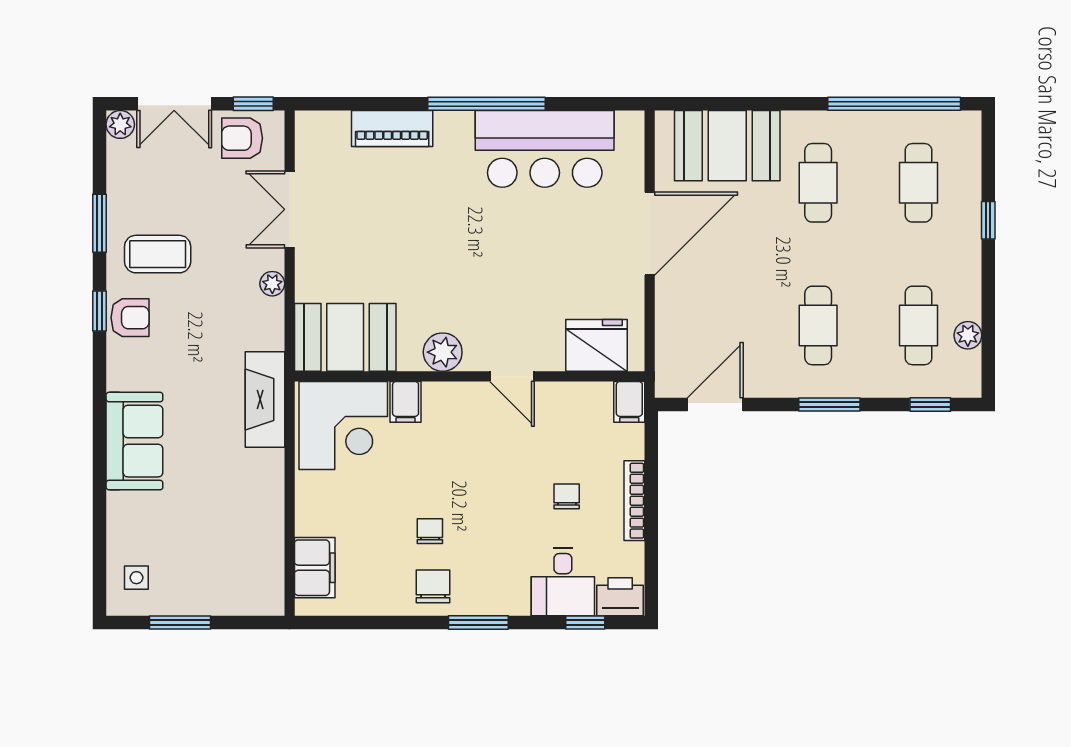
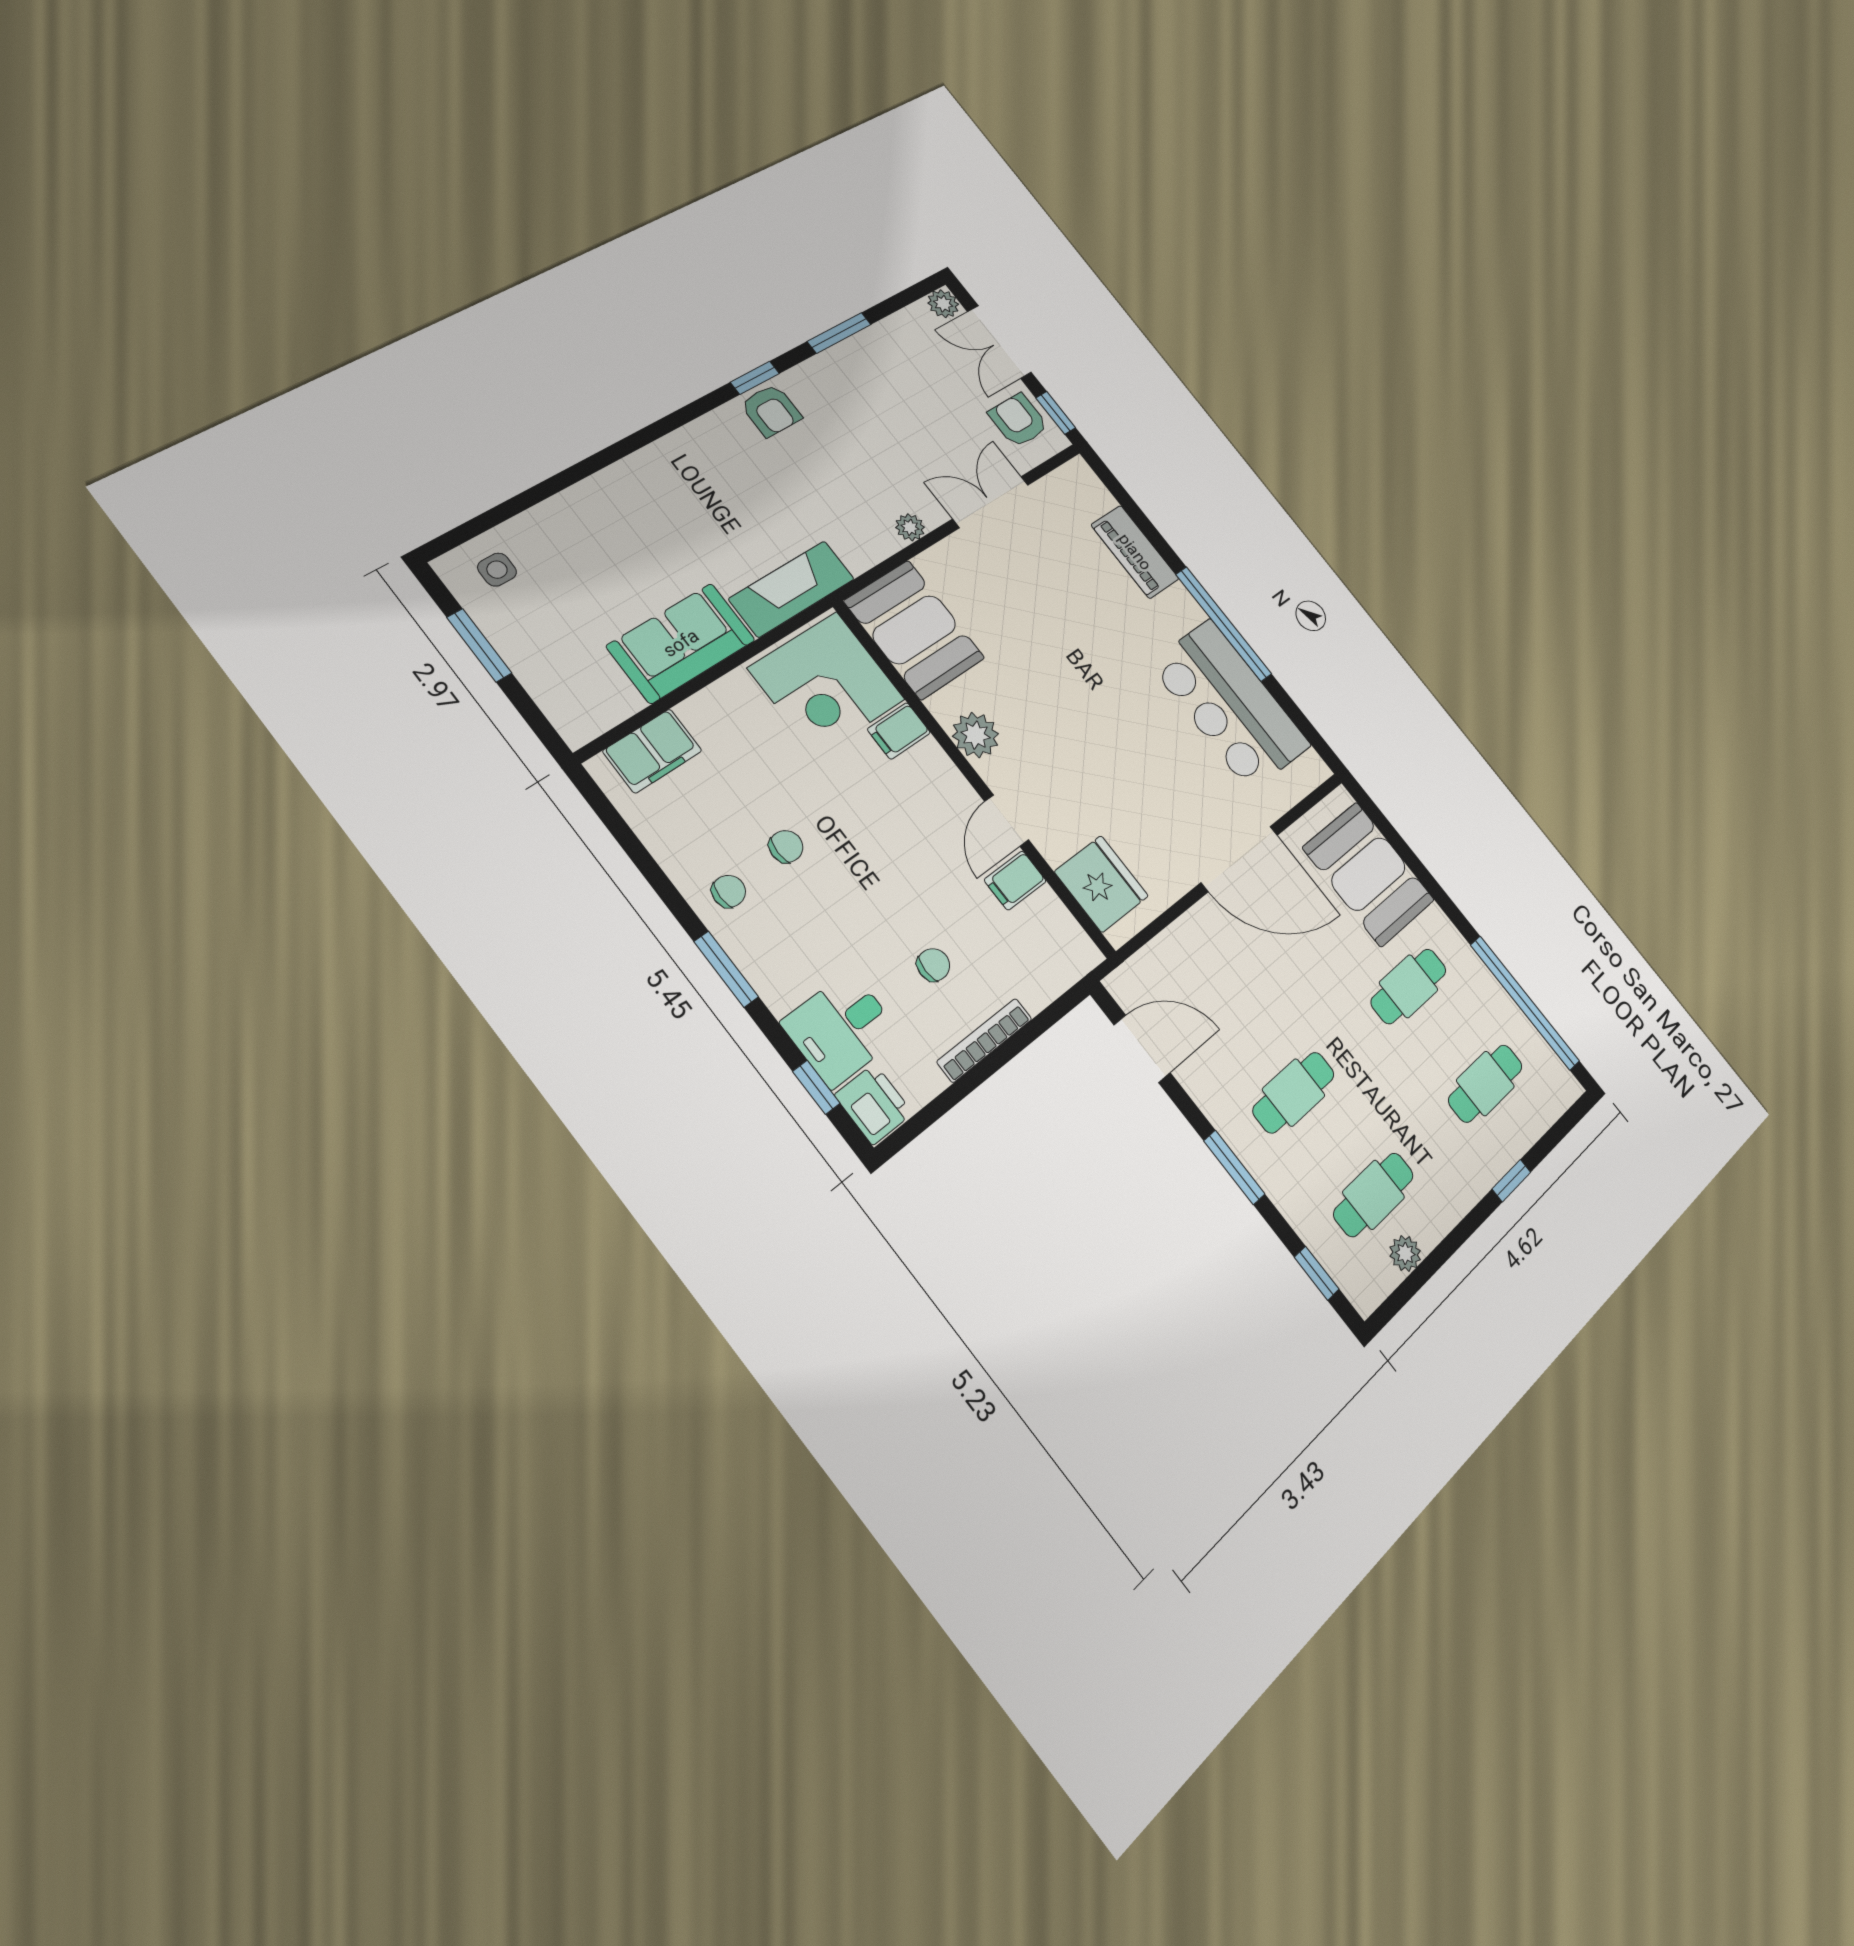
coffee table: (158, 254) -> (853, 403), removed
filing cabinet: (629, 402) -> (1015, 881), moved
sofa: (134, 441) -> (681, 643), moved, turned 180
chair: (433, 586) -> (729, 891), width x0.73, depth x0.73

